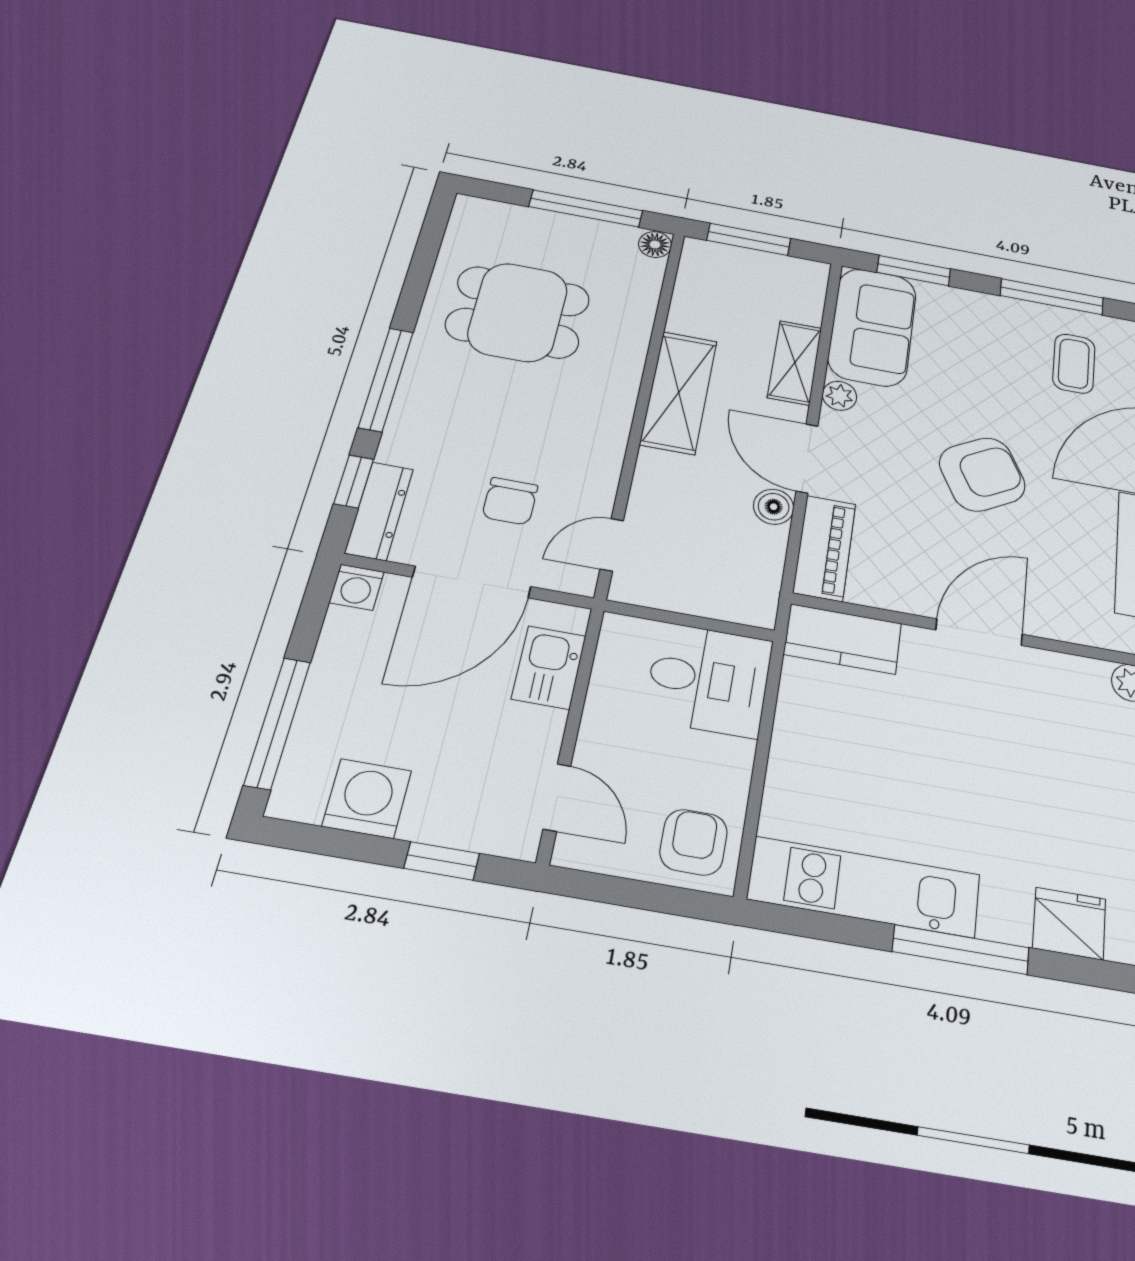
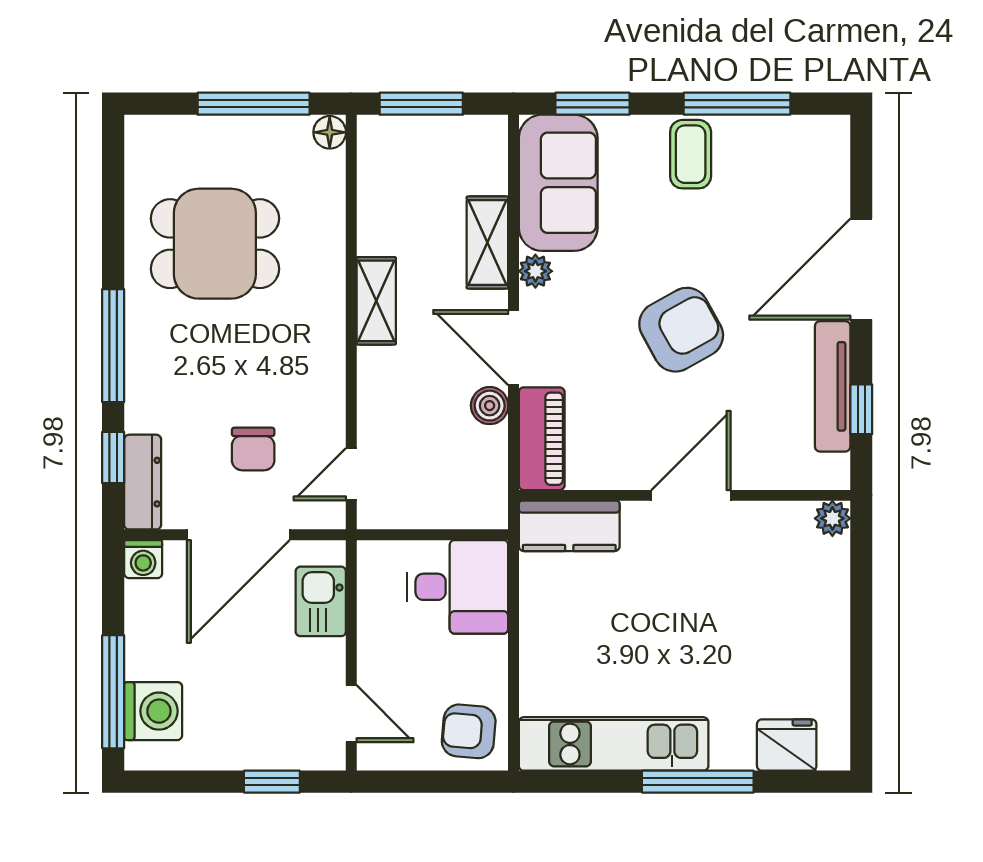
coffee table: (1074, 364) -> (691, 154), moved
shelving: (679, 392) -> (376, 301), width x0.67, depth x0.75
washing machine: (367, 798) -> (153, 711), moved, turned 90
armchair: (694, 842) -> (469, 731), turned -85

